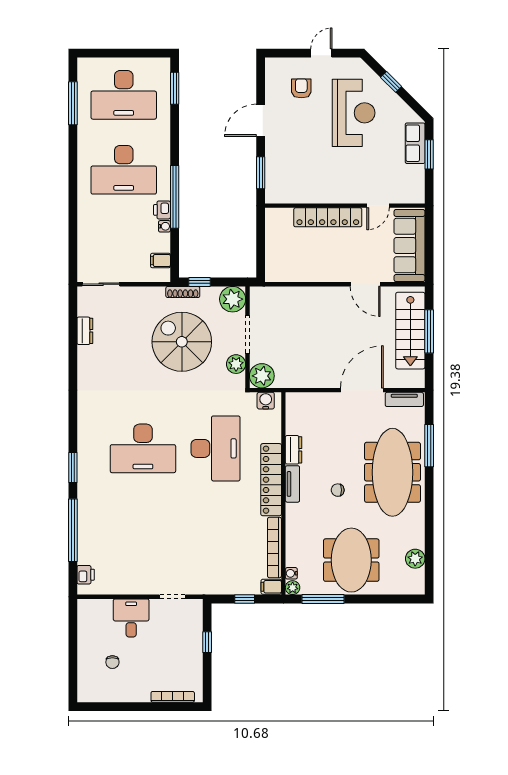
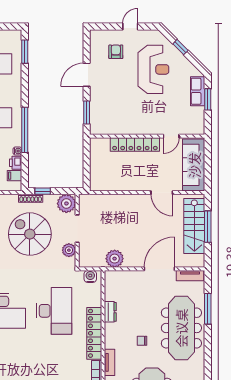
printer: (162, 210) -> (16, 163), moved
plant: (262, 376) -> (115, 259), moved
tv unit: (292, 484) -> (110, 362), moved

